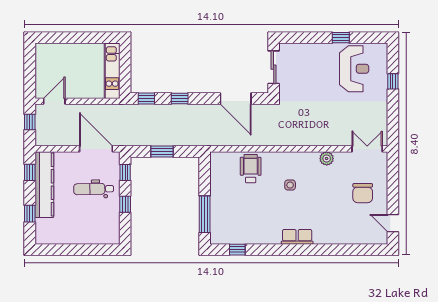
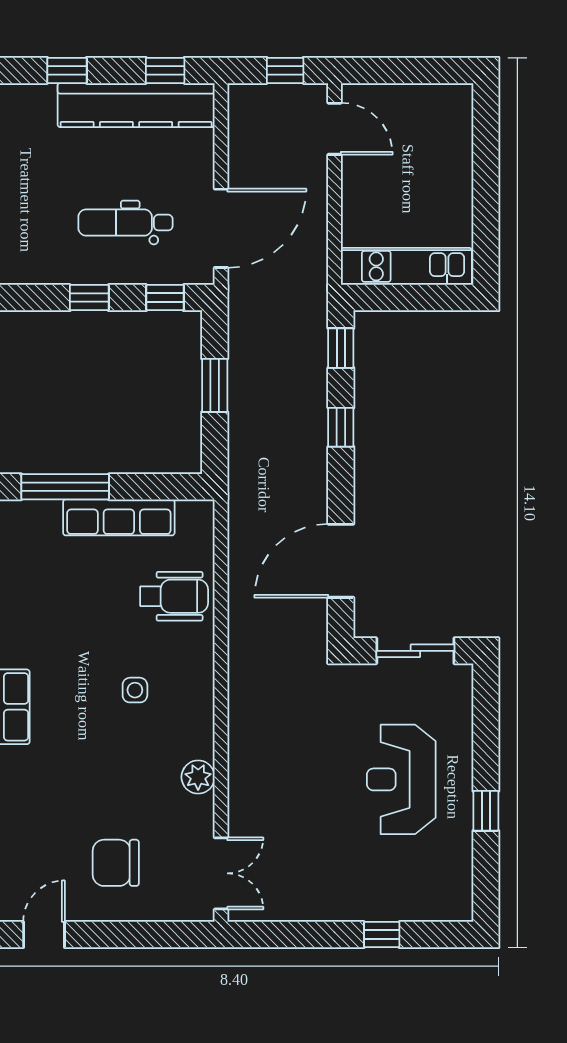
reception desk: (354, 69) -> (401, 779), moved, turned 90
dental chair: (94, 189) -> (126, 223), turned -89
row of seats: (218, 192) -> (119, 517), added

